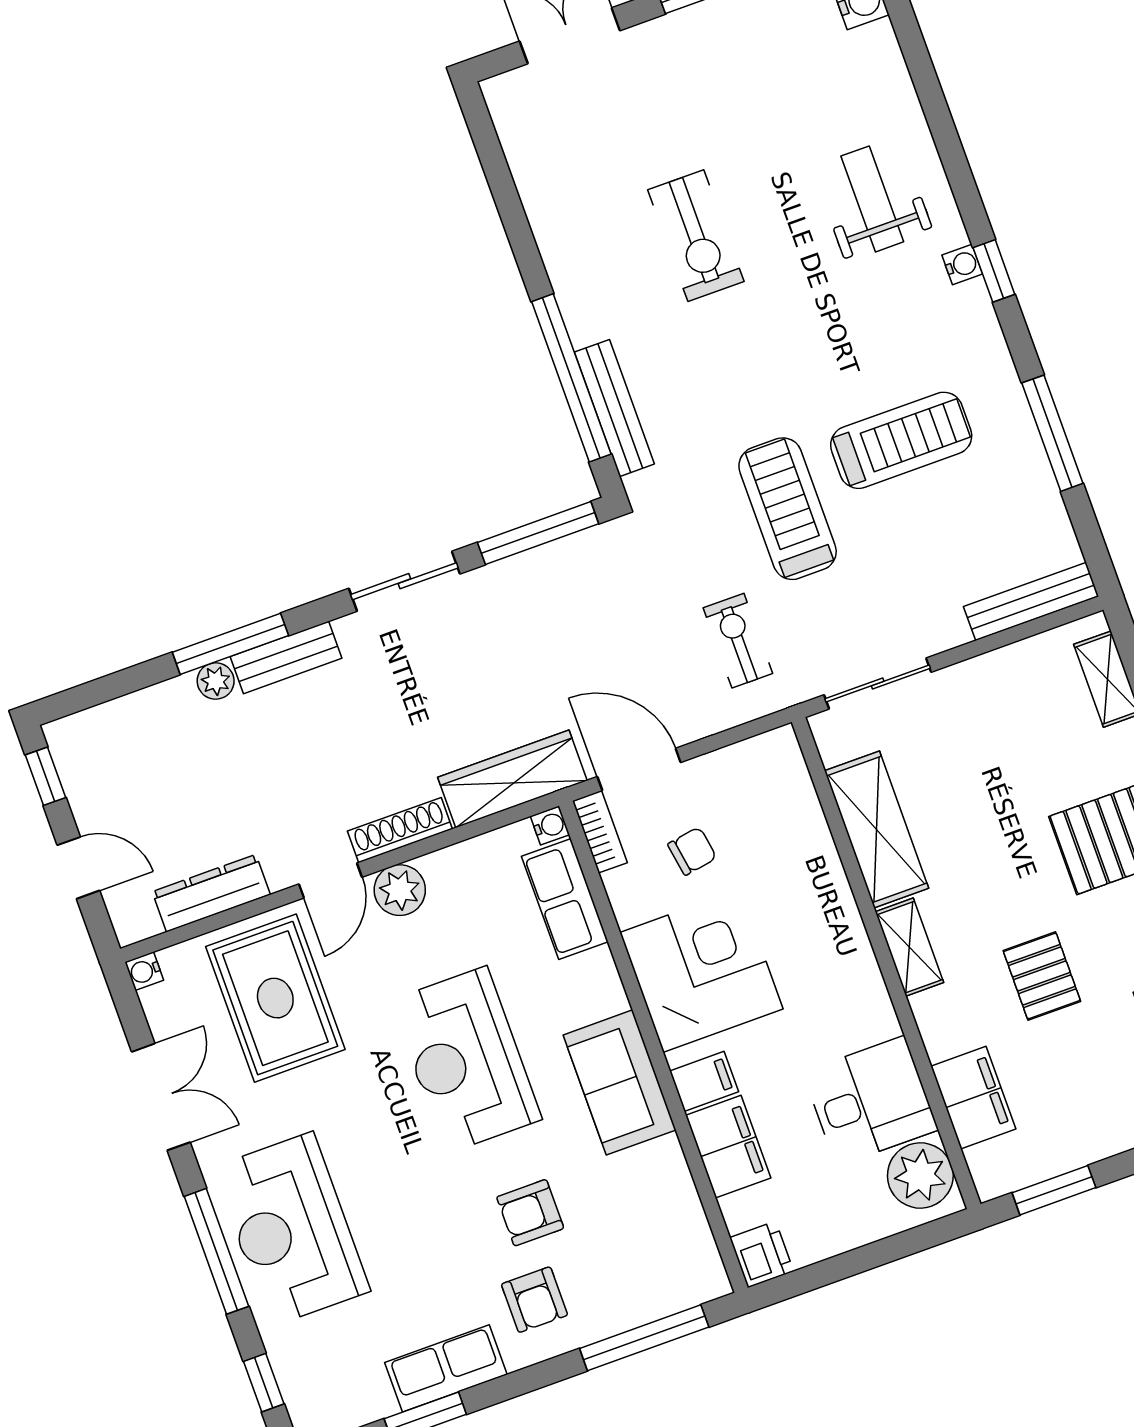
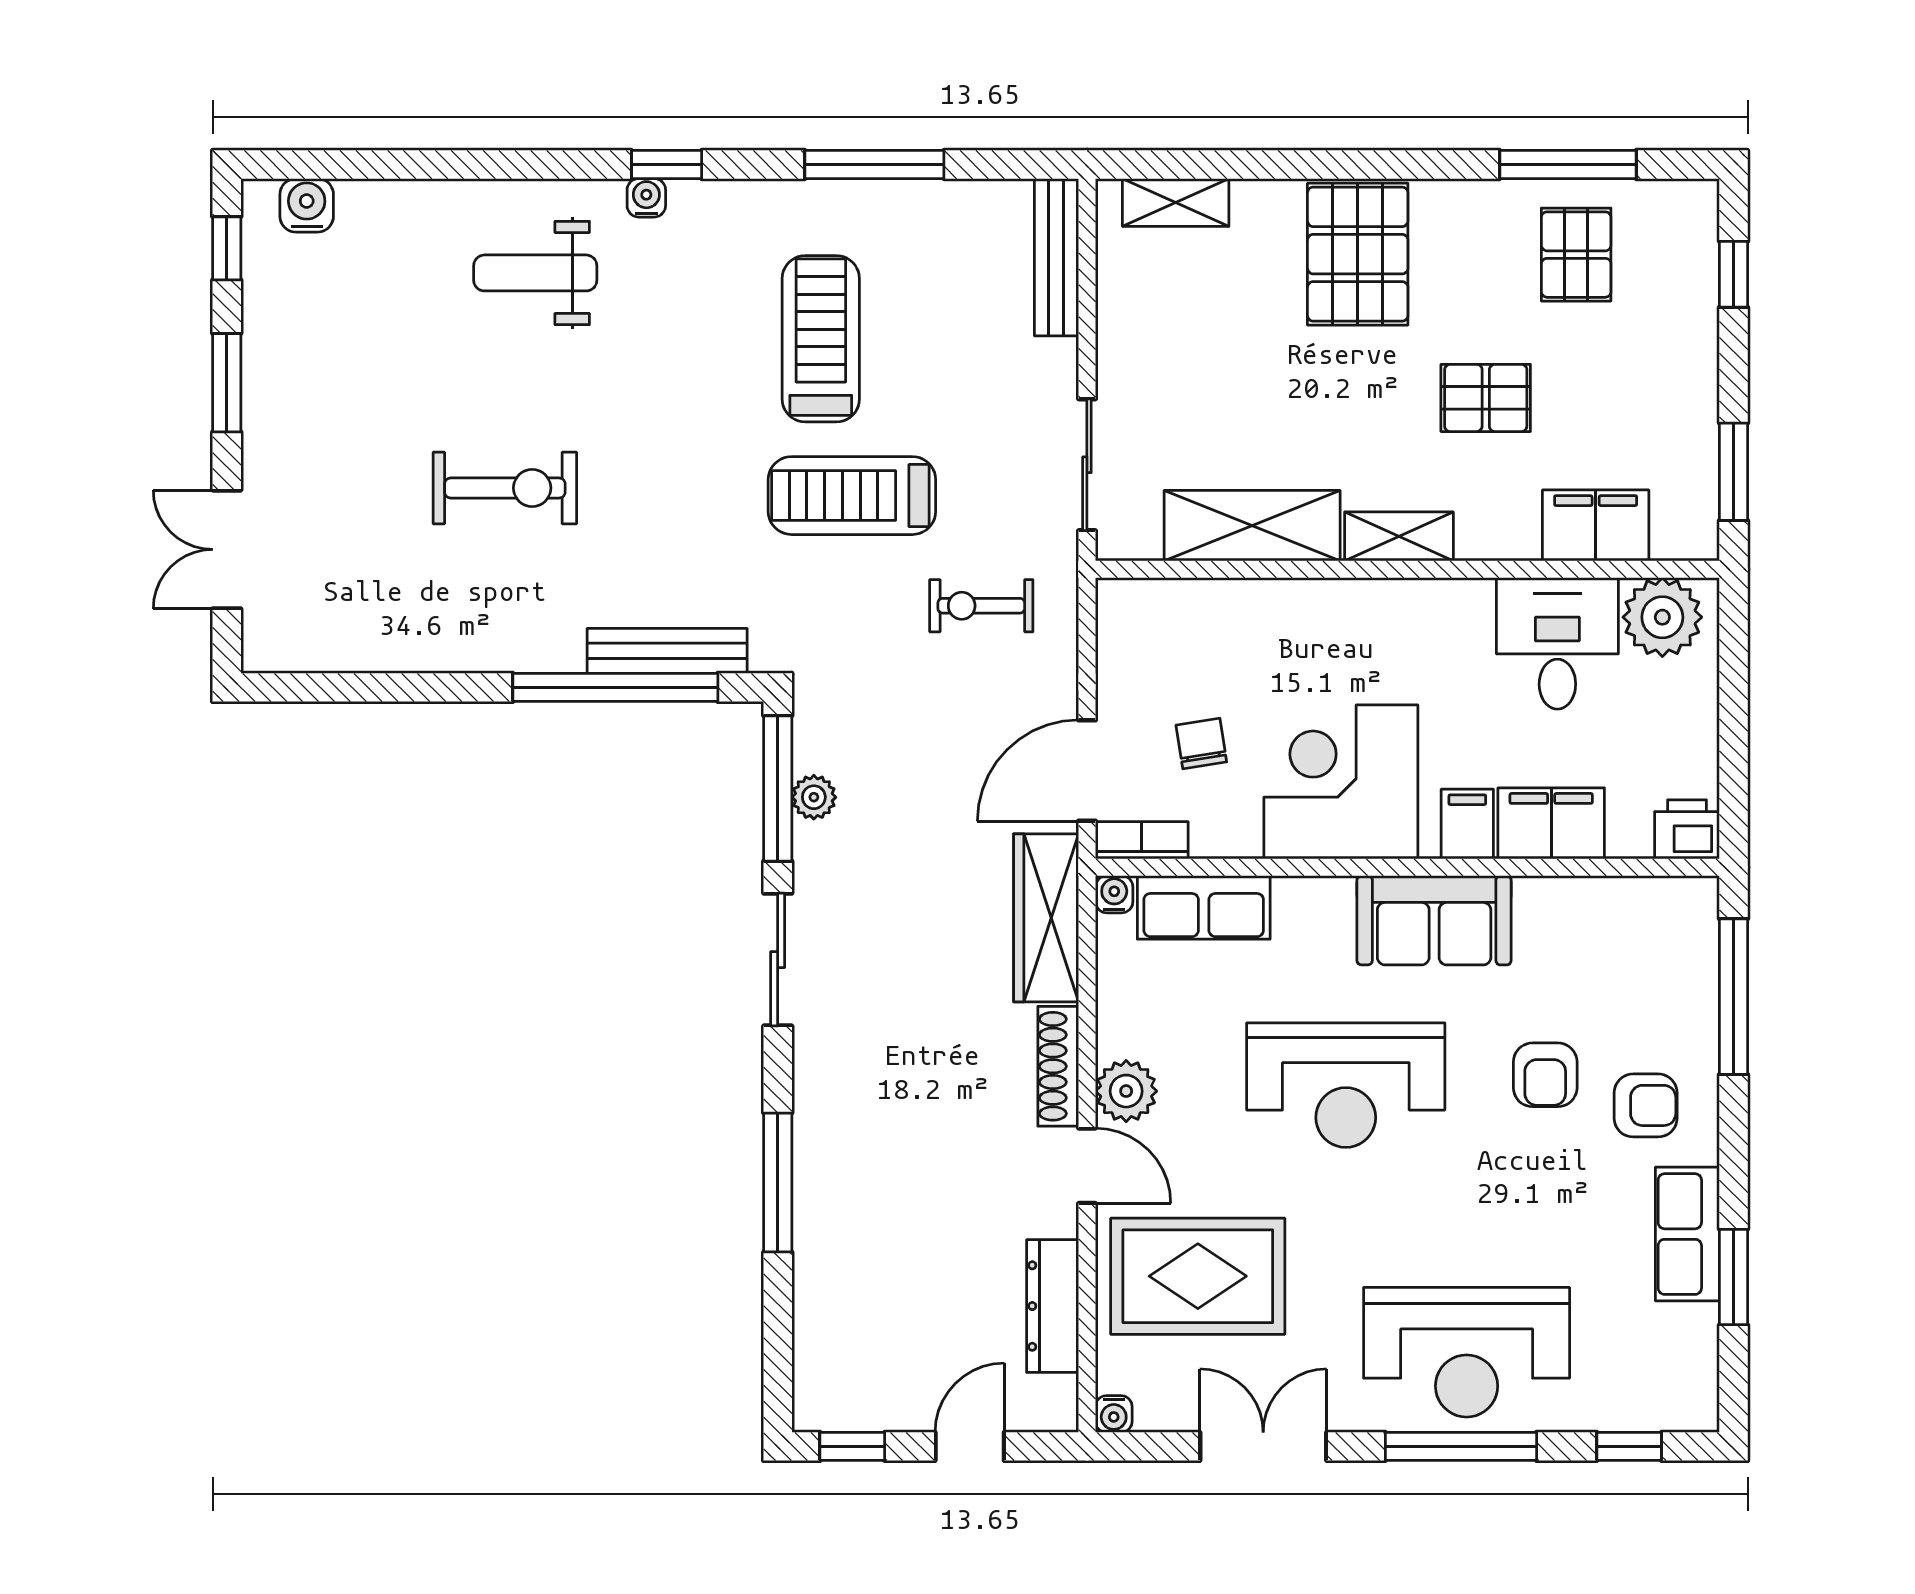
bench: (286, 657) -> (816, 1125), removed
plant: (216, 681) -> (814, 797), moved

